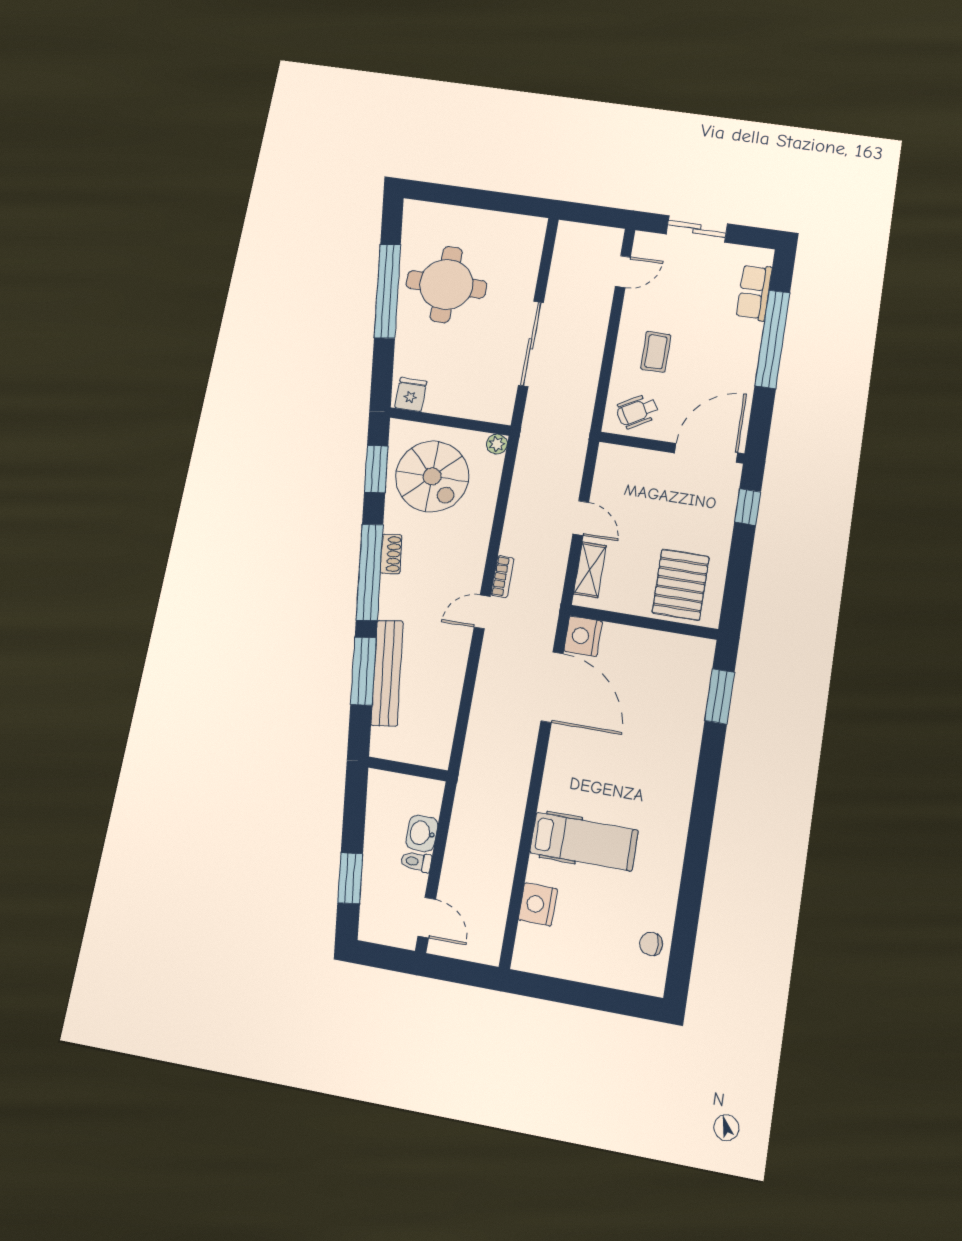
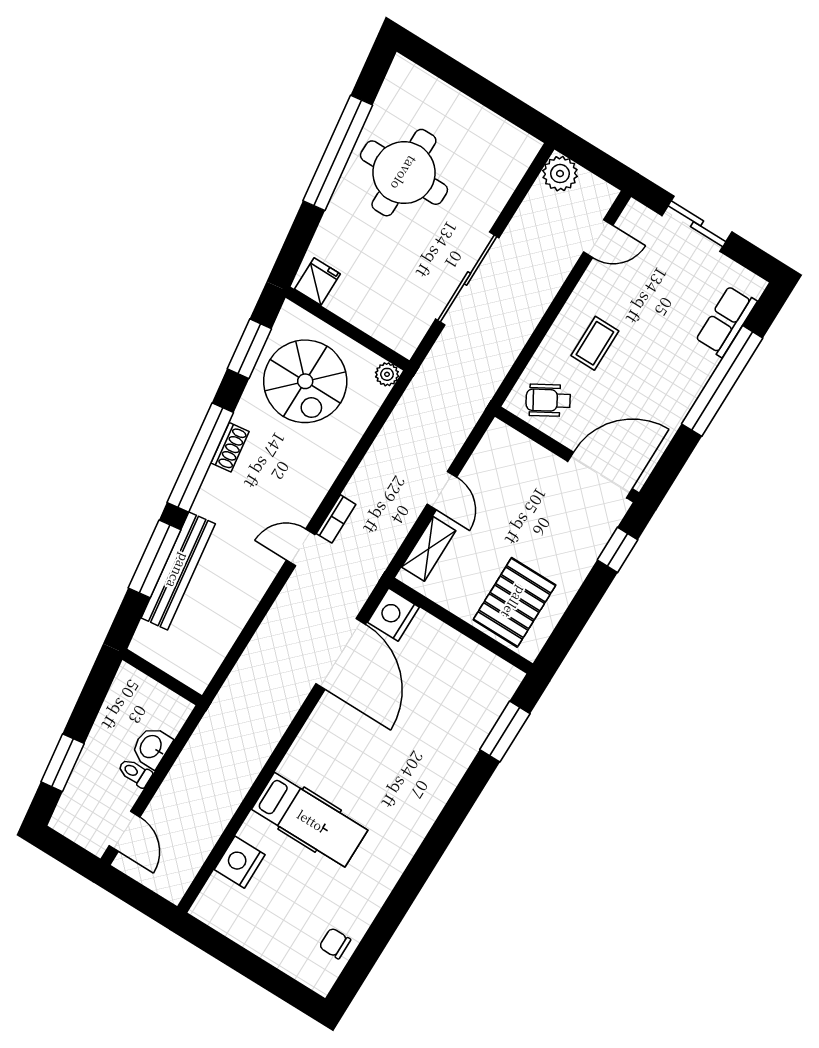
plant: (571, 236) -> (560, 174), added

